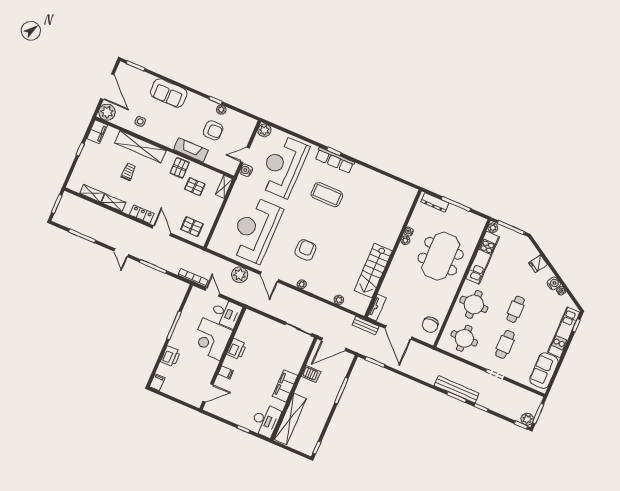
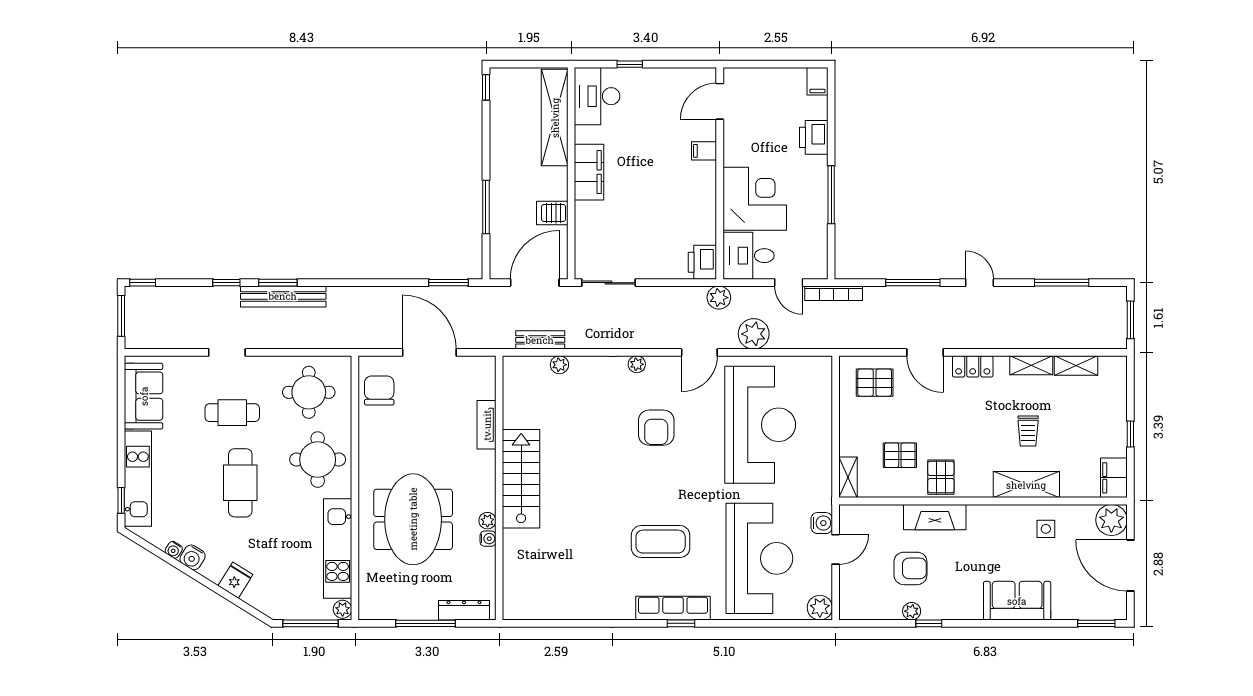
armchair: (213, 130) -> (910, 568), turned 180
shelving: (140, 147) -> (1026, 485), width x0.68
stairs: (373, 271) -> (521, 479), moved
door: (269, 277) -> (699, 352), swing flipped
tv unit: (377, 308) -> (487, 425), moved
cafe table: (516, 309) -> (240, 483), width x1.37, depth x1.35
bench: (366, 326) -> (540, 340), moved
cafe table: (505, 344) -> (232, 413), turned 90
printer: (237, 349) -> (702, 262), moved
plant: (527, 419) -> (719, 298), moved

